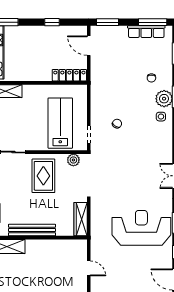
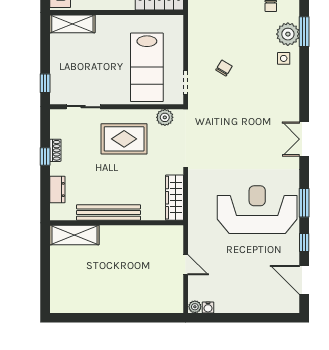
lab bench: (60, 123) -> (147, 67), turned 180
rug: (43, 176) -> (124, 139), turned 90

